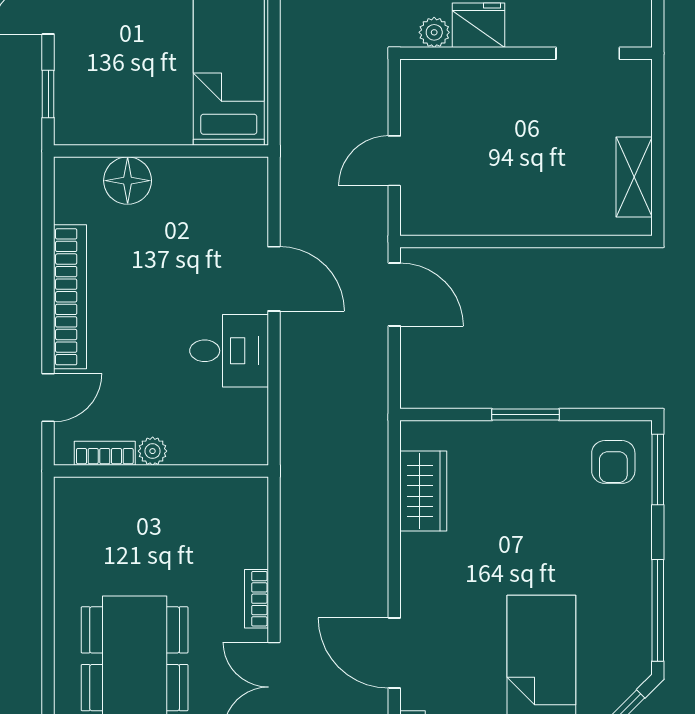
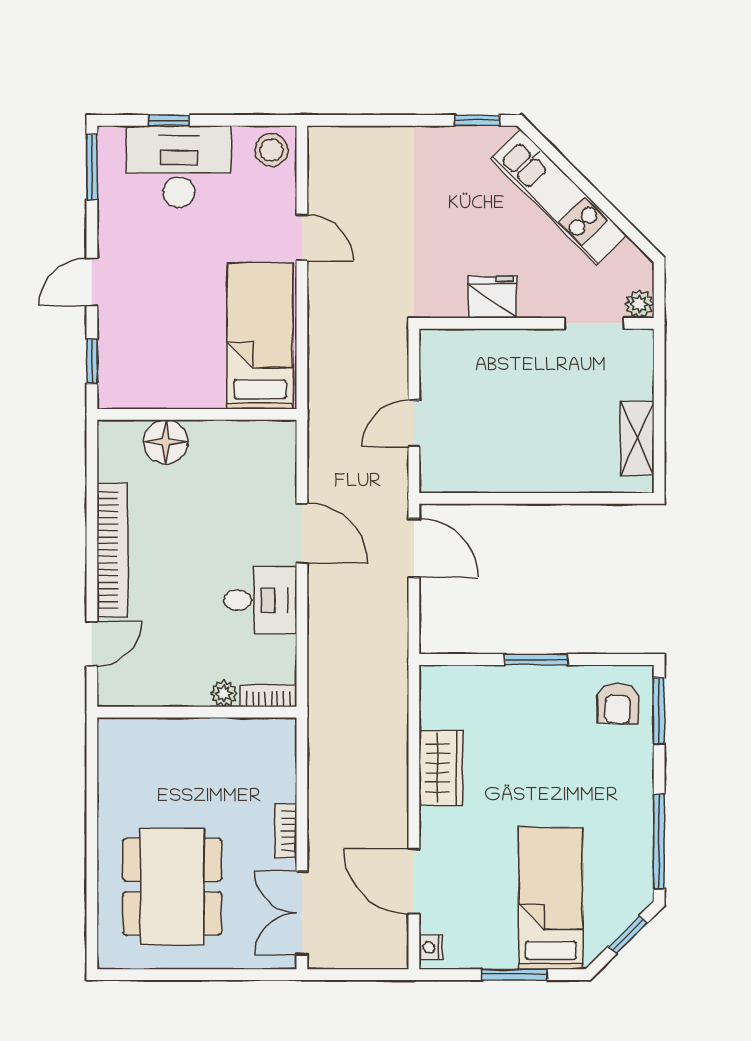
plant: (434, 32) -> (640, 304), moved
plant: (153, 451) -> (224, 693), moved
bookcase: (105, 453) -> (268, 695), moved
wardrobe: (423, 491) -> (441, 768), moved

